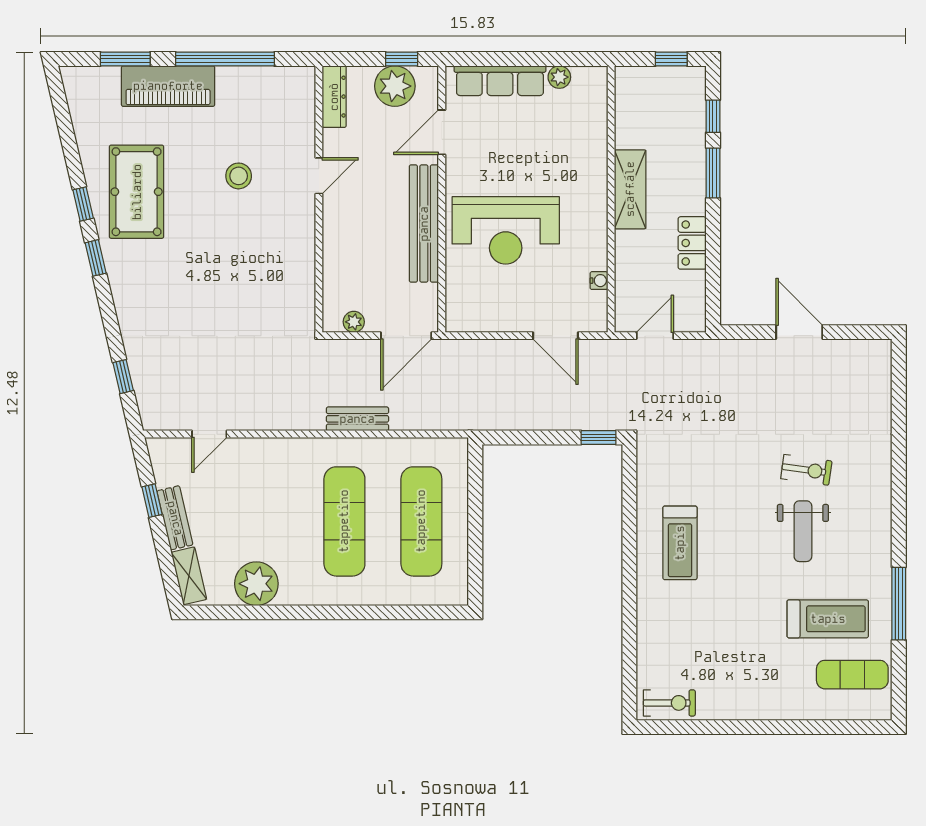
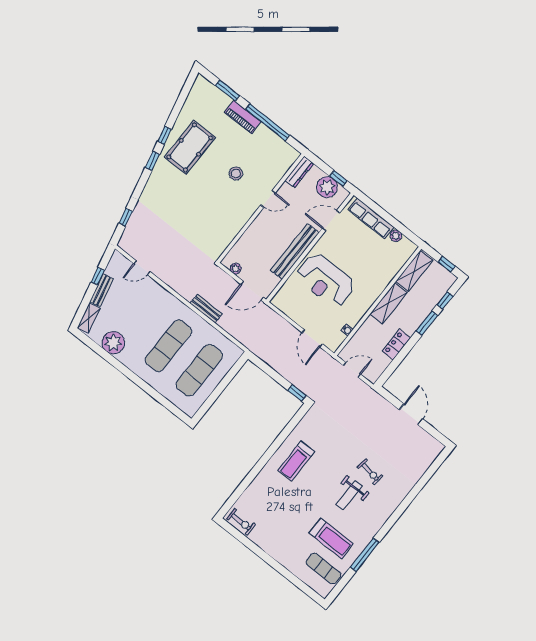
piano: (168, 86) -> (243, 117), width x0.73, depth x0.75
shelving: (630, 108) -> (414, 271), added

